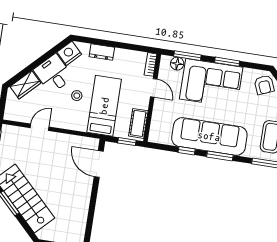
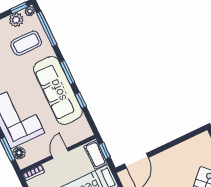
door: (154, 88) -> (60, 153), moved
cot: (138, 123) -> (96, 155), moved, turned 90

